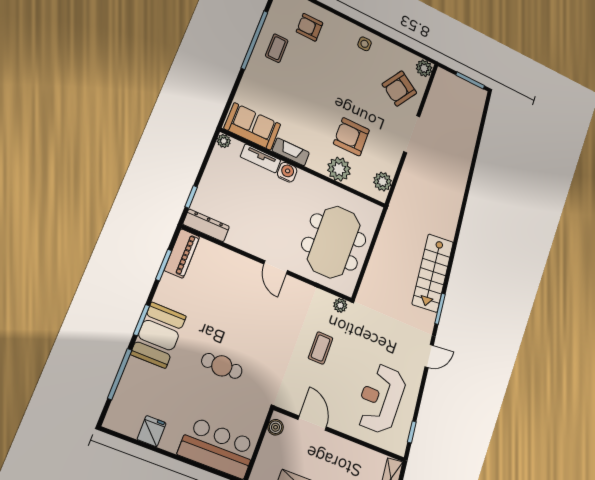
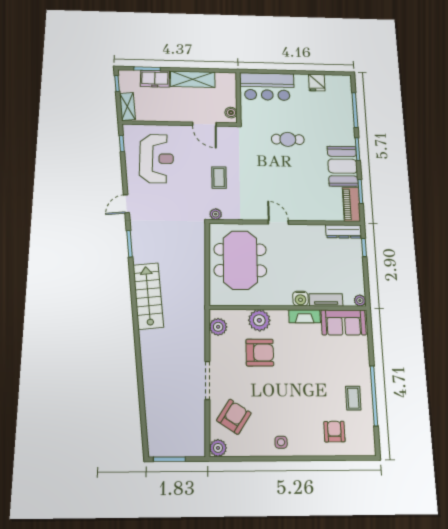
armchair: (310, 27) -> (334, 432), turned -90
stairs: (433, 273) -> (148, 296), moved
booth: (159, 335) -> (343, 166), moved

